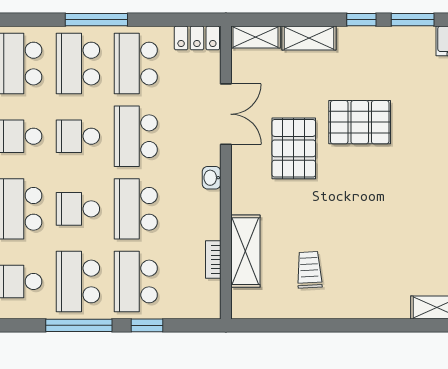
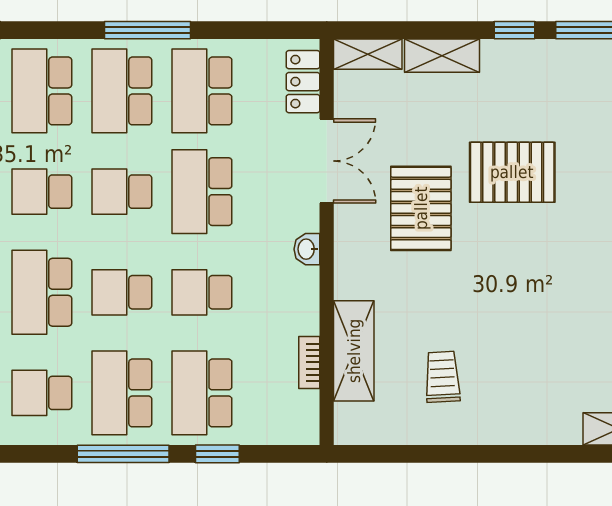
locker: (197, 38) -> (303, 82), moved, turned 90
school desk: (136, 209) -> (202, 292), width x0.54

